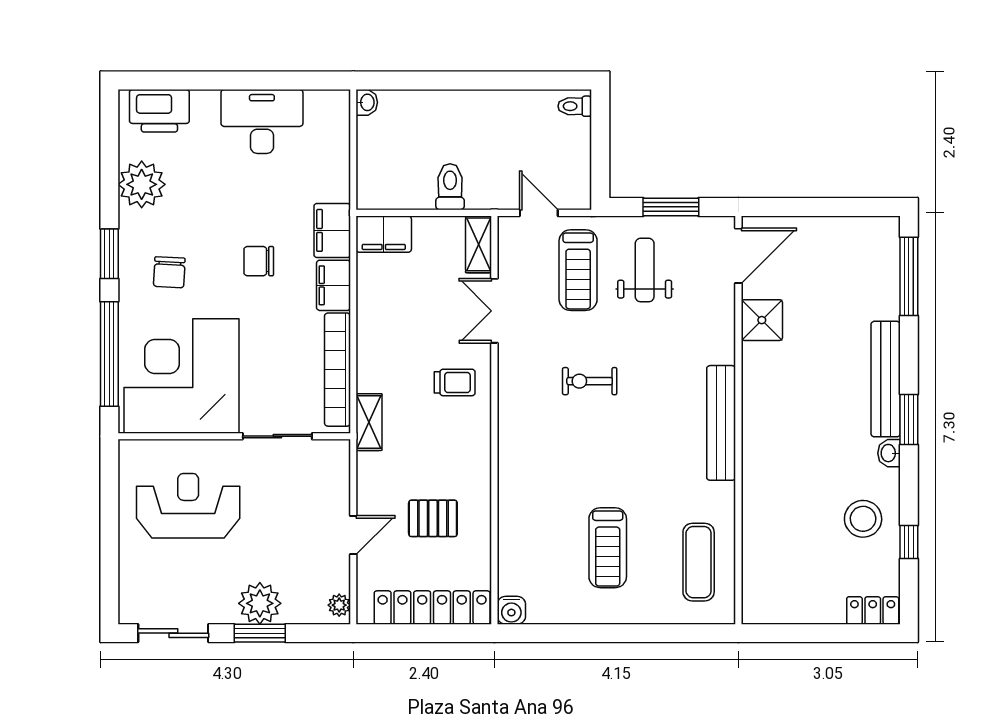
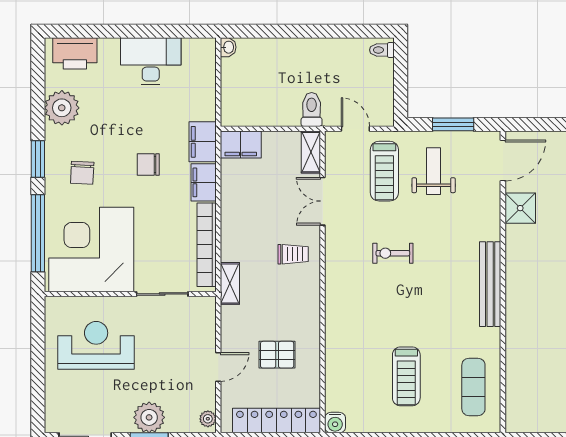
toilet: (450, 187) -> (312, 110), moved

